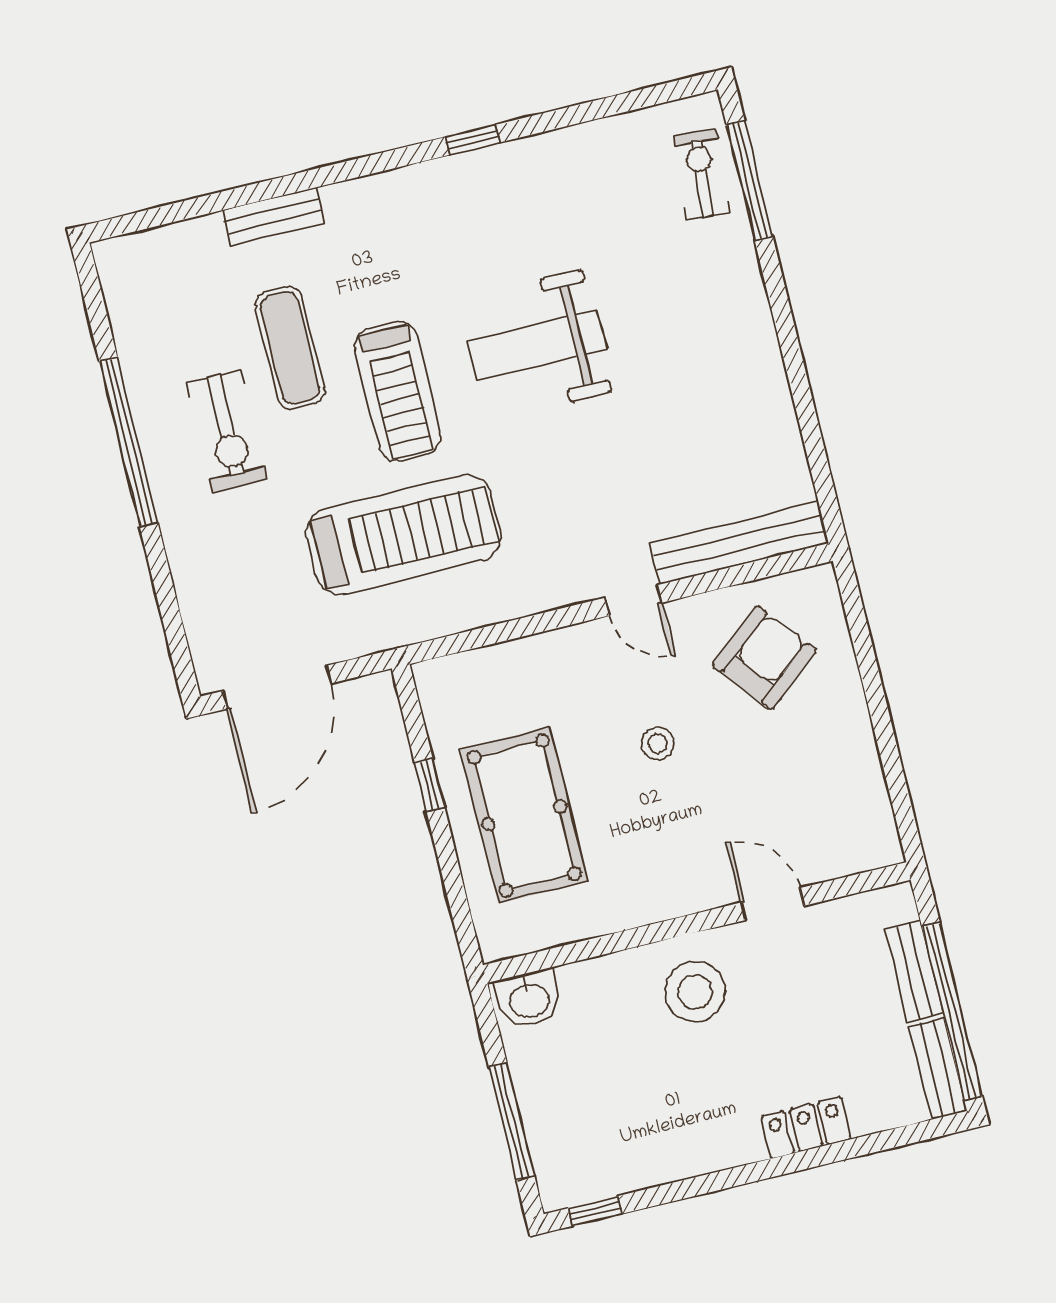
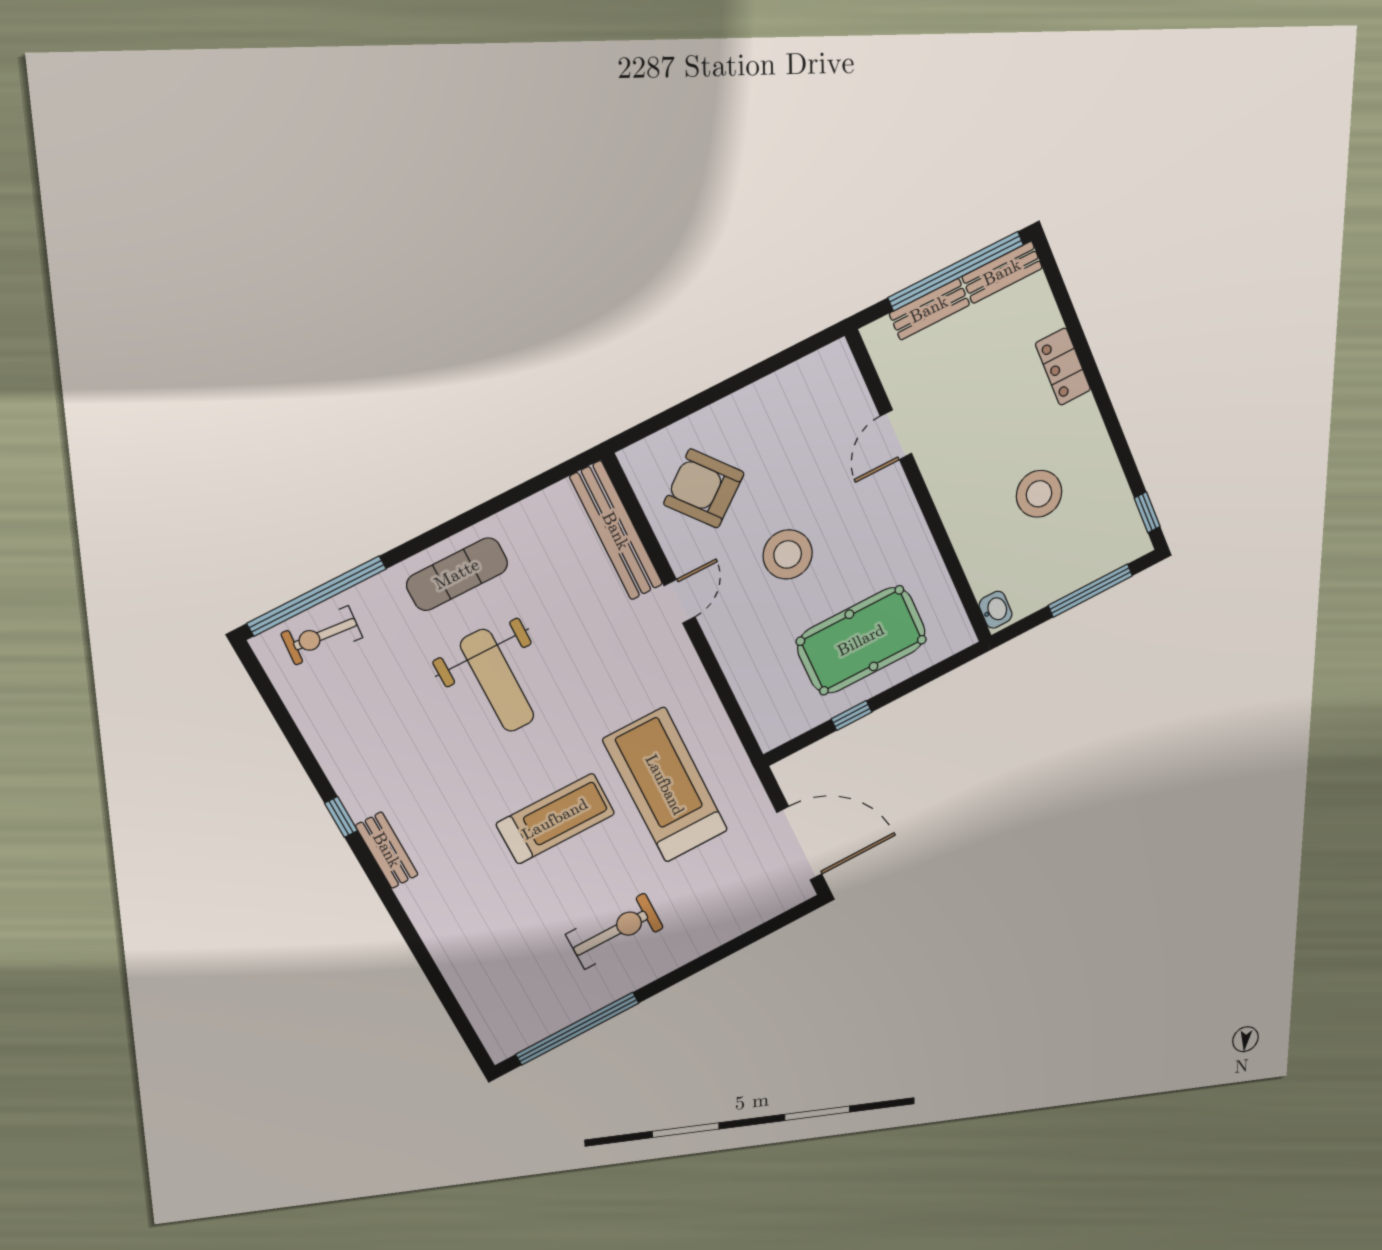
window: (750, 181) -> (317, 596), width x1.46
bench: (273, 217) -> (387, 850), moved
weight bench: (537, 345) -> (497, 681), moved
exercise mat: (290, 348) -> (457, 574), moved
window: (128, 442) -> (577, 1029), moved
stool: (658, 743) -> (788, 554), width x1.89, depth x1.89
stool: (695, 992) -> (1039, 494), moved
washbasin: (529, 999) -> (996, 610), width x0.72, depth x0.69

